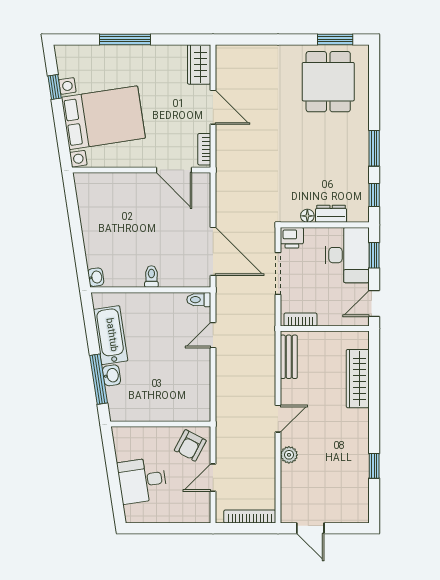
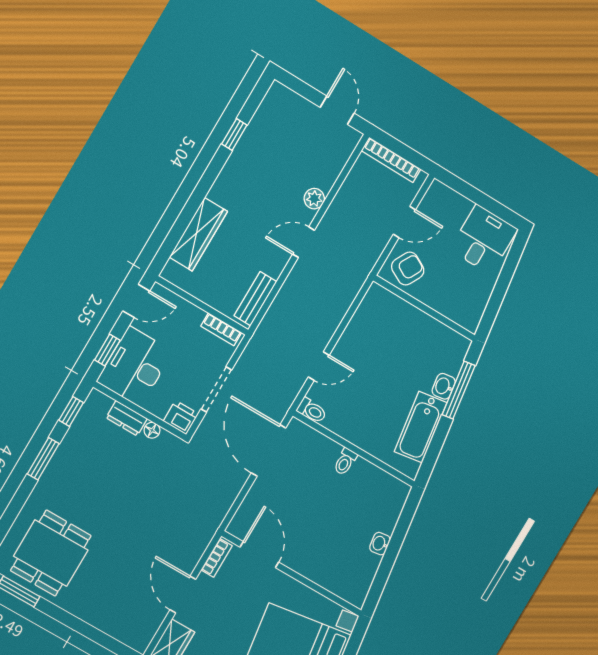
washbasin: (96, 277) -> (380, 544), moved
desk: (142, 480) -> (484, 239), moved, turned -81

